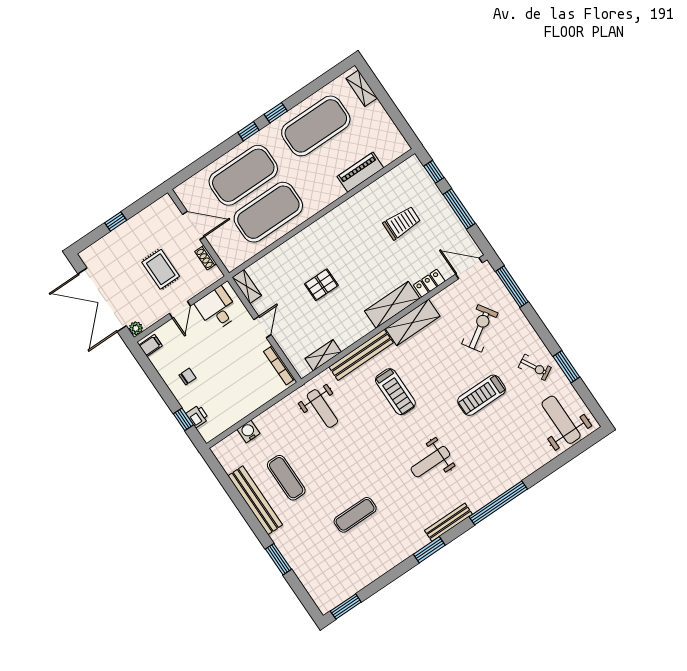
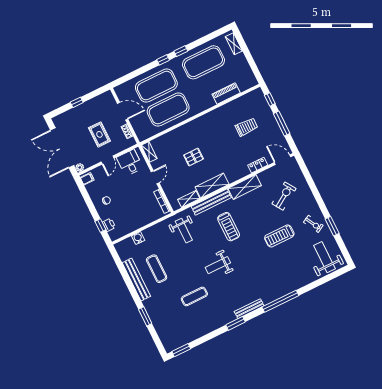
window: (512, 287) -> (306, 174), removed
shelving: (392, 305) -> (212, 186), moved
weight bench: (430, 462) -> (218, 265), moved

